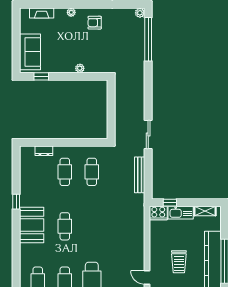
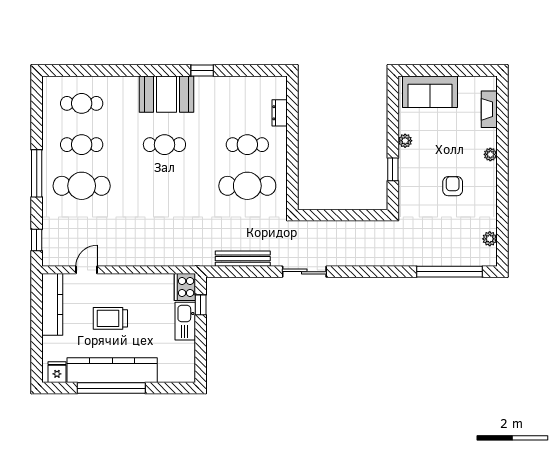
plant: (140, 13) -> (490, 239), moved
armchair: (95, 23) -> (453, 186), moved
plant: (80, 68) -> (405, 141), moved
window: (41, 76) -> (393, 169), moved
cafe table: (92, 172) -> (247, 186), width x1.37, depth x1.35
shelving: (205, 211) -> (188, 358), removed

